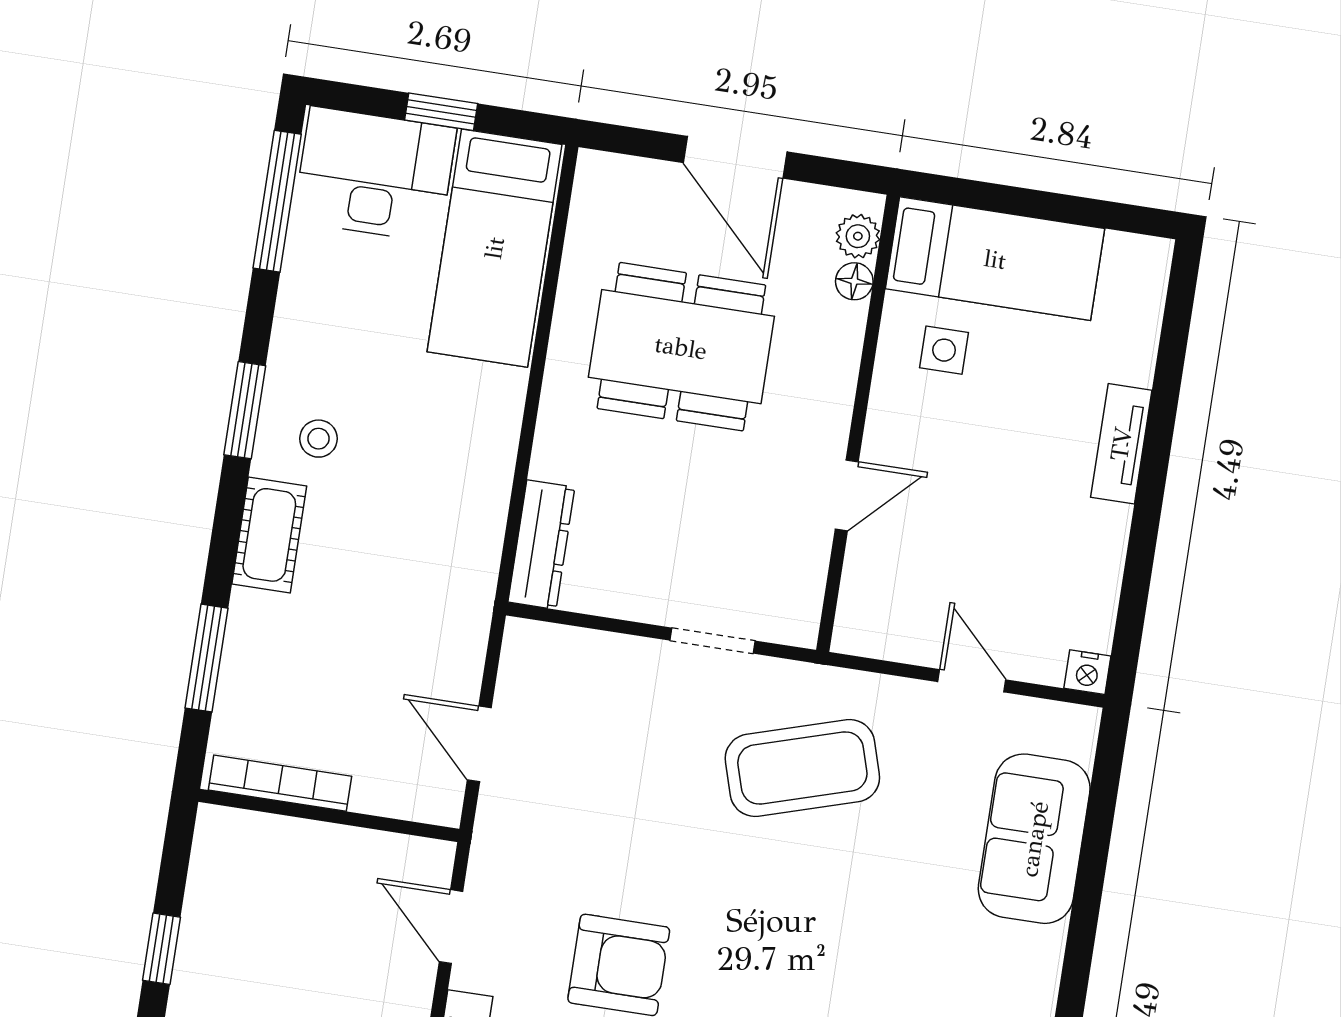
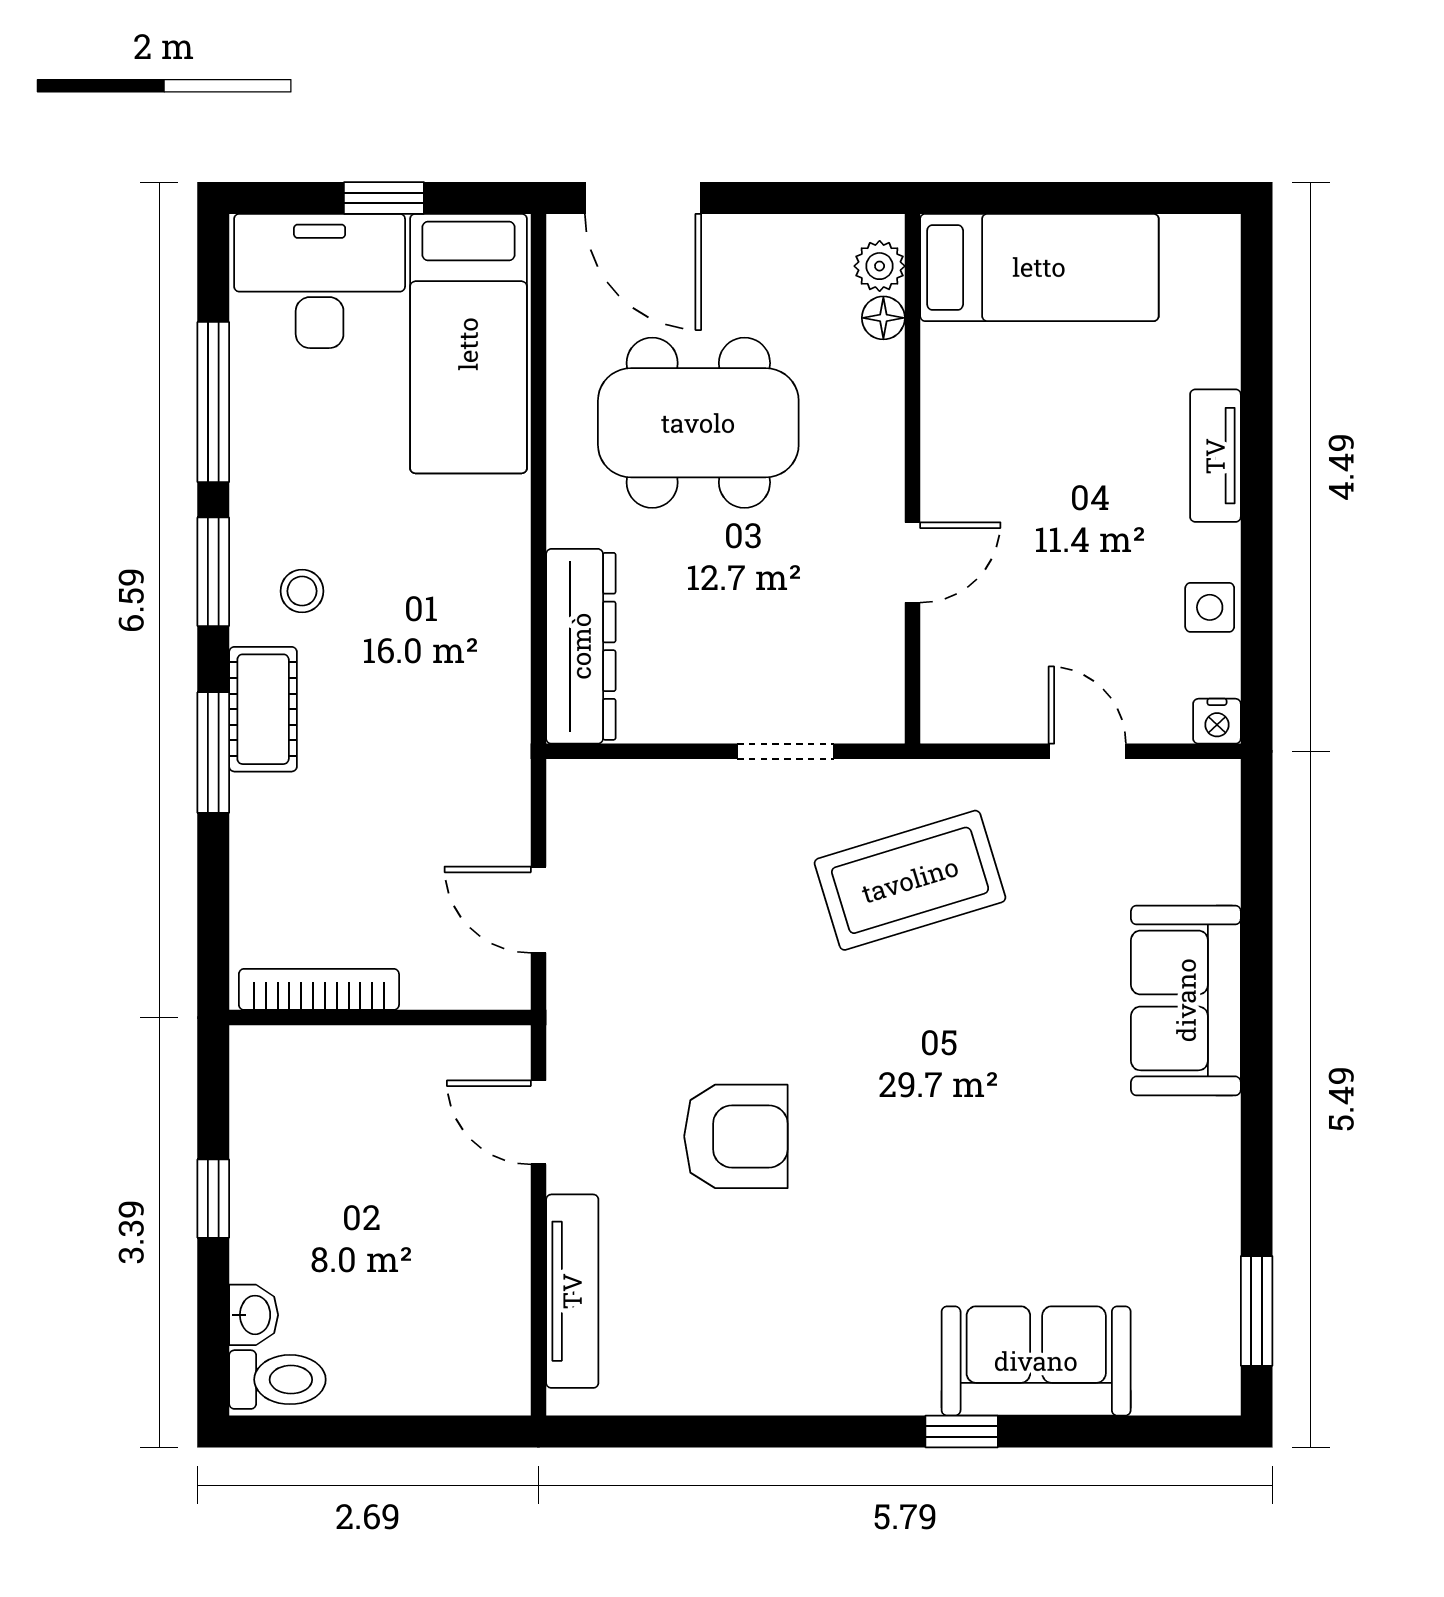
door: (735, 157) -> (643, 198), moved
window: (277, 201) -> (213, 402), moved
side table: (944, 350) -> (1210, 607), moved
dresser: (541, 545) -> (581, 646), width x1.37, depth x1.24
window: (206, 658) -> (213, 753), moved
sofa: (1034, 839) -> (1186, 1000), moved

